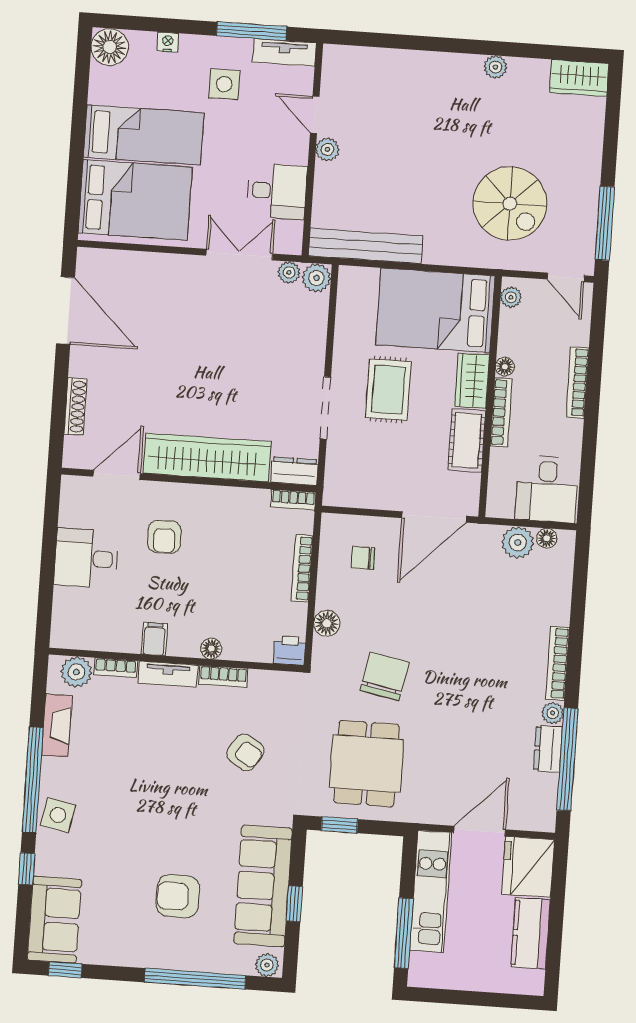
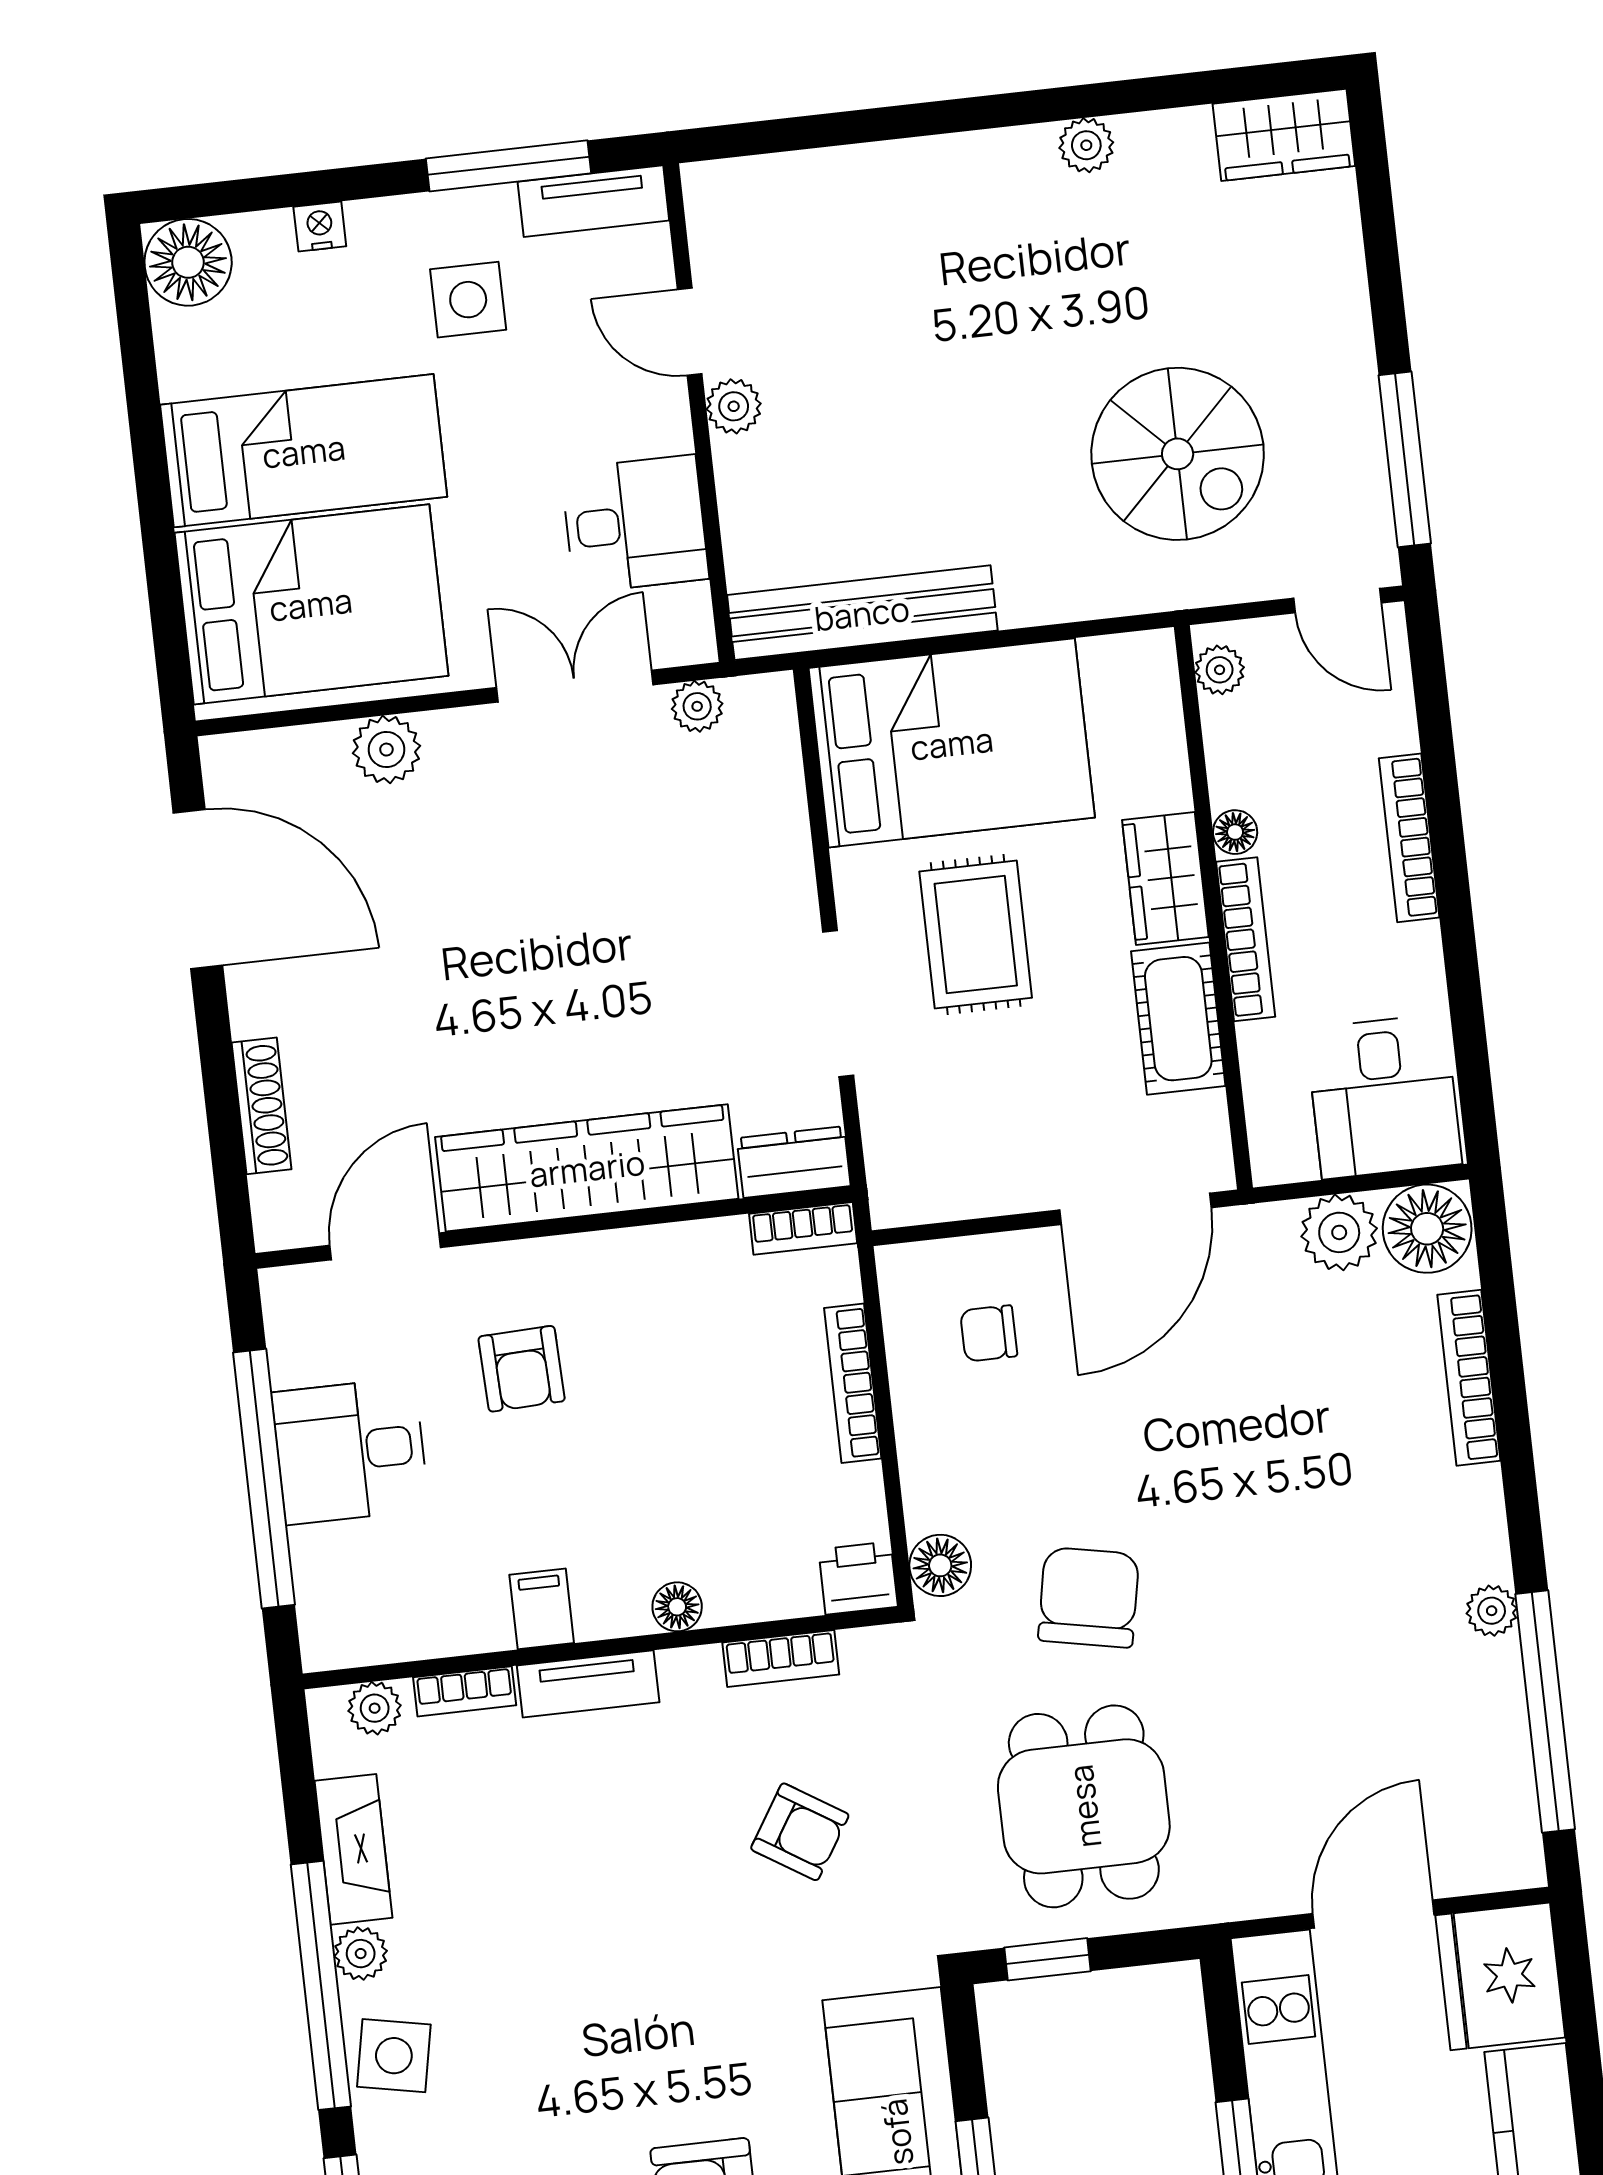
plant: (316, 278) -> (386, 750), moved
bed: (435, 310) -> (952, 743), moved, turned 180
floor lamp: (547, 538) -> (1427, 1229), width x1.89, depth x1.89
window: (48, 563) -> (264, 1479), added
floor lamp: (327, 623) -> (940, 1565), moved
bookcase: (558, 663) -> (1469, 1378), moved
plant: (76, 672) -> (375, 1708), width x0.73, depth x0.73
bookcase: (223, 676) -> (781, 1659), moved
dresser: (548, 749) -> (1496, 1695), removed
plant: (52, 770) -> (361, 1954), added

